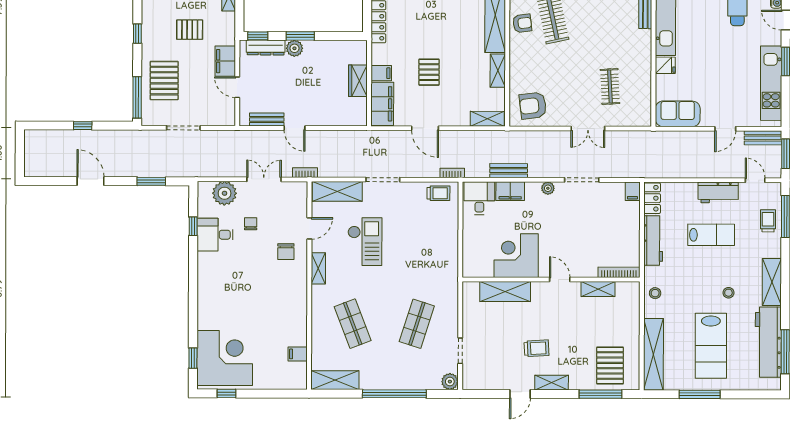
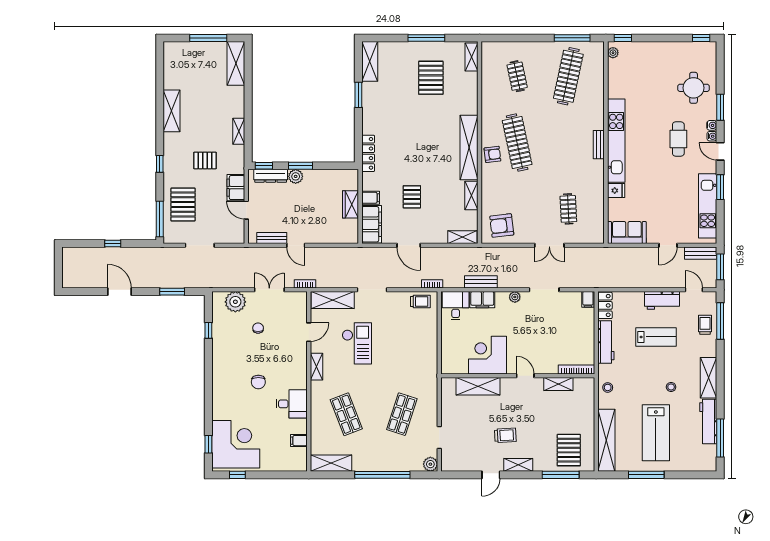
desk: (215, 235) -> (292, 404), moved, turned 180
chair: (286, 252) -> (258, 382), moved
workbench: (768, 342) -> (708, 422), width x0.73, depth x0.76

